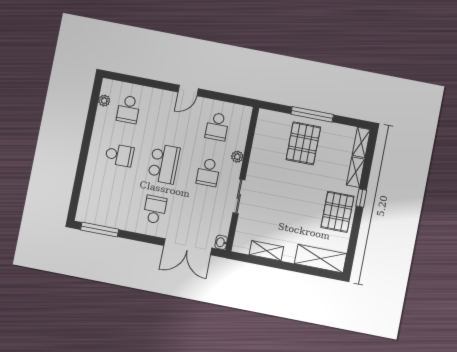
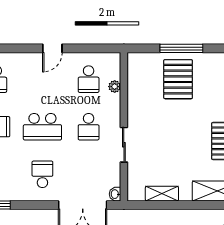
plant: (237, 157) -> (115, 87), moved
school desk: (164, 164) -> (42, 127), turned 90

